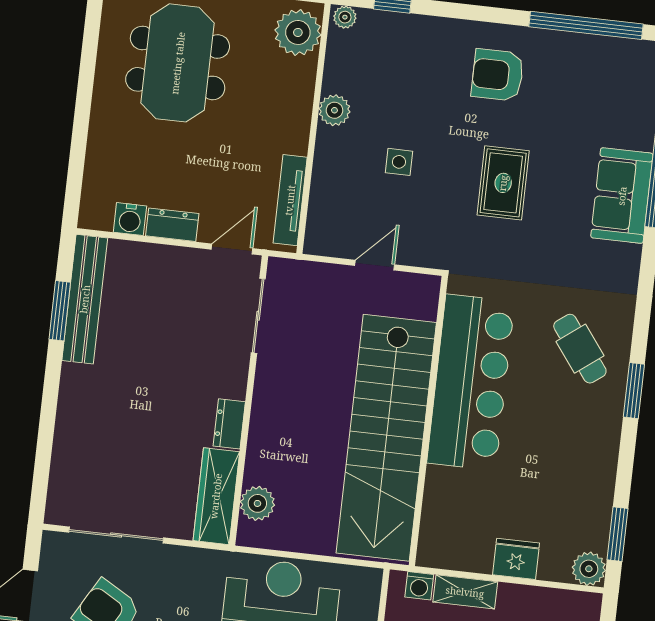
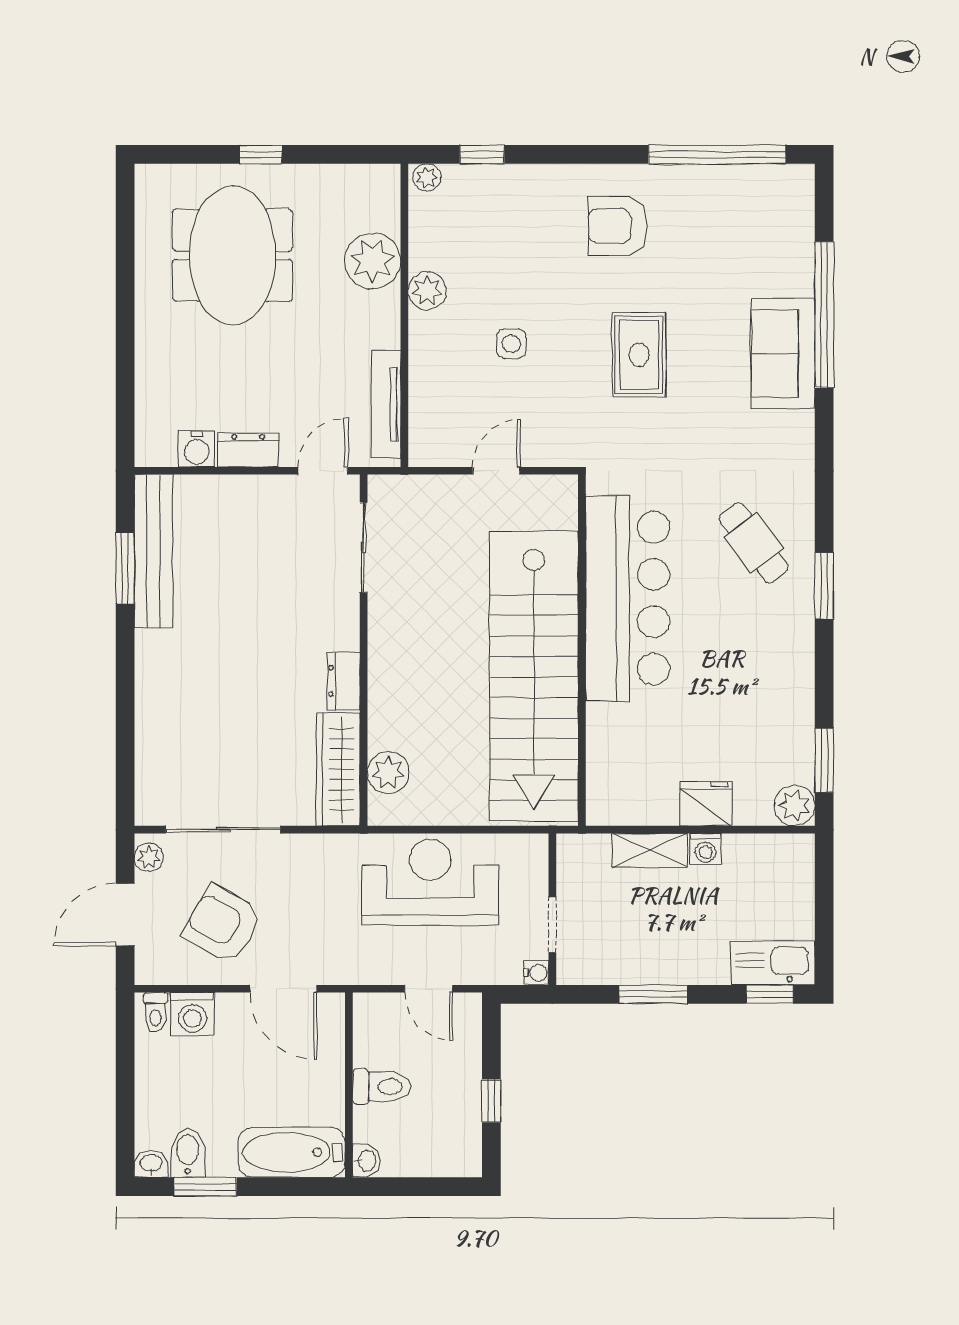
plant: (298, 32) -> (372, 261), moved
plant: (52, 551) -> (149, 857), added
washing machine: (419, 586) -> (706, 849), moved

